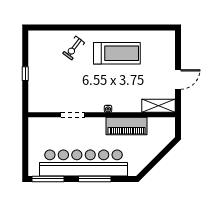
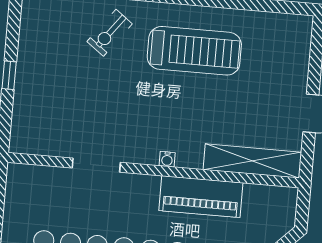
shelving: (159, 106) -> (252, 161), width x1.47

